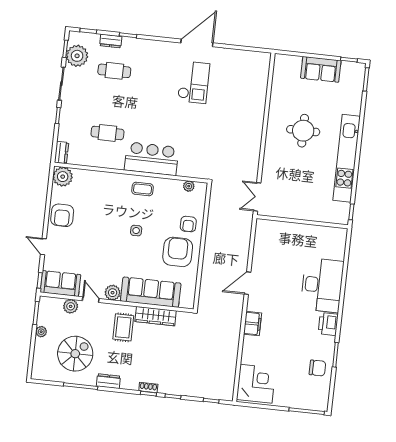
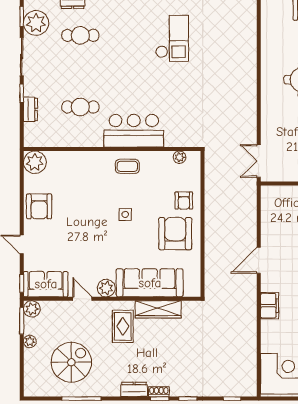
dresser: (62, 152) -> (30, 109), moved
plant: (71, 306) -> (32, 309), moved
dresser: (108, 381) -> (134, 389), moved

